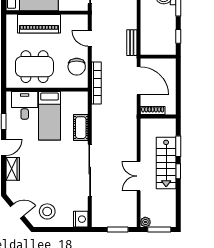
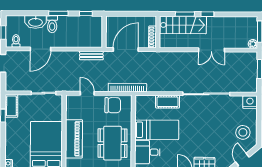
door: (90, 38) -> (87, 93), swing flipped
stairs: (166, 163) -> (183, 25), moved

